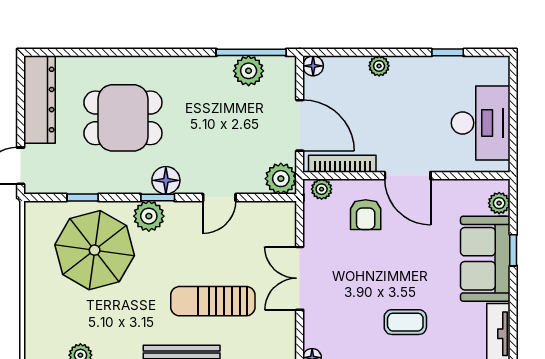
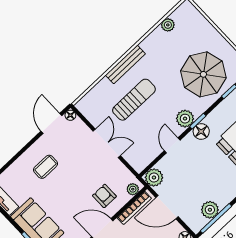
plant: (149, 216) -> (185, 119), moved

